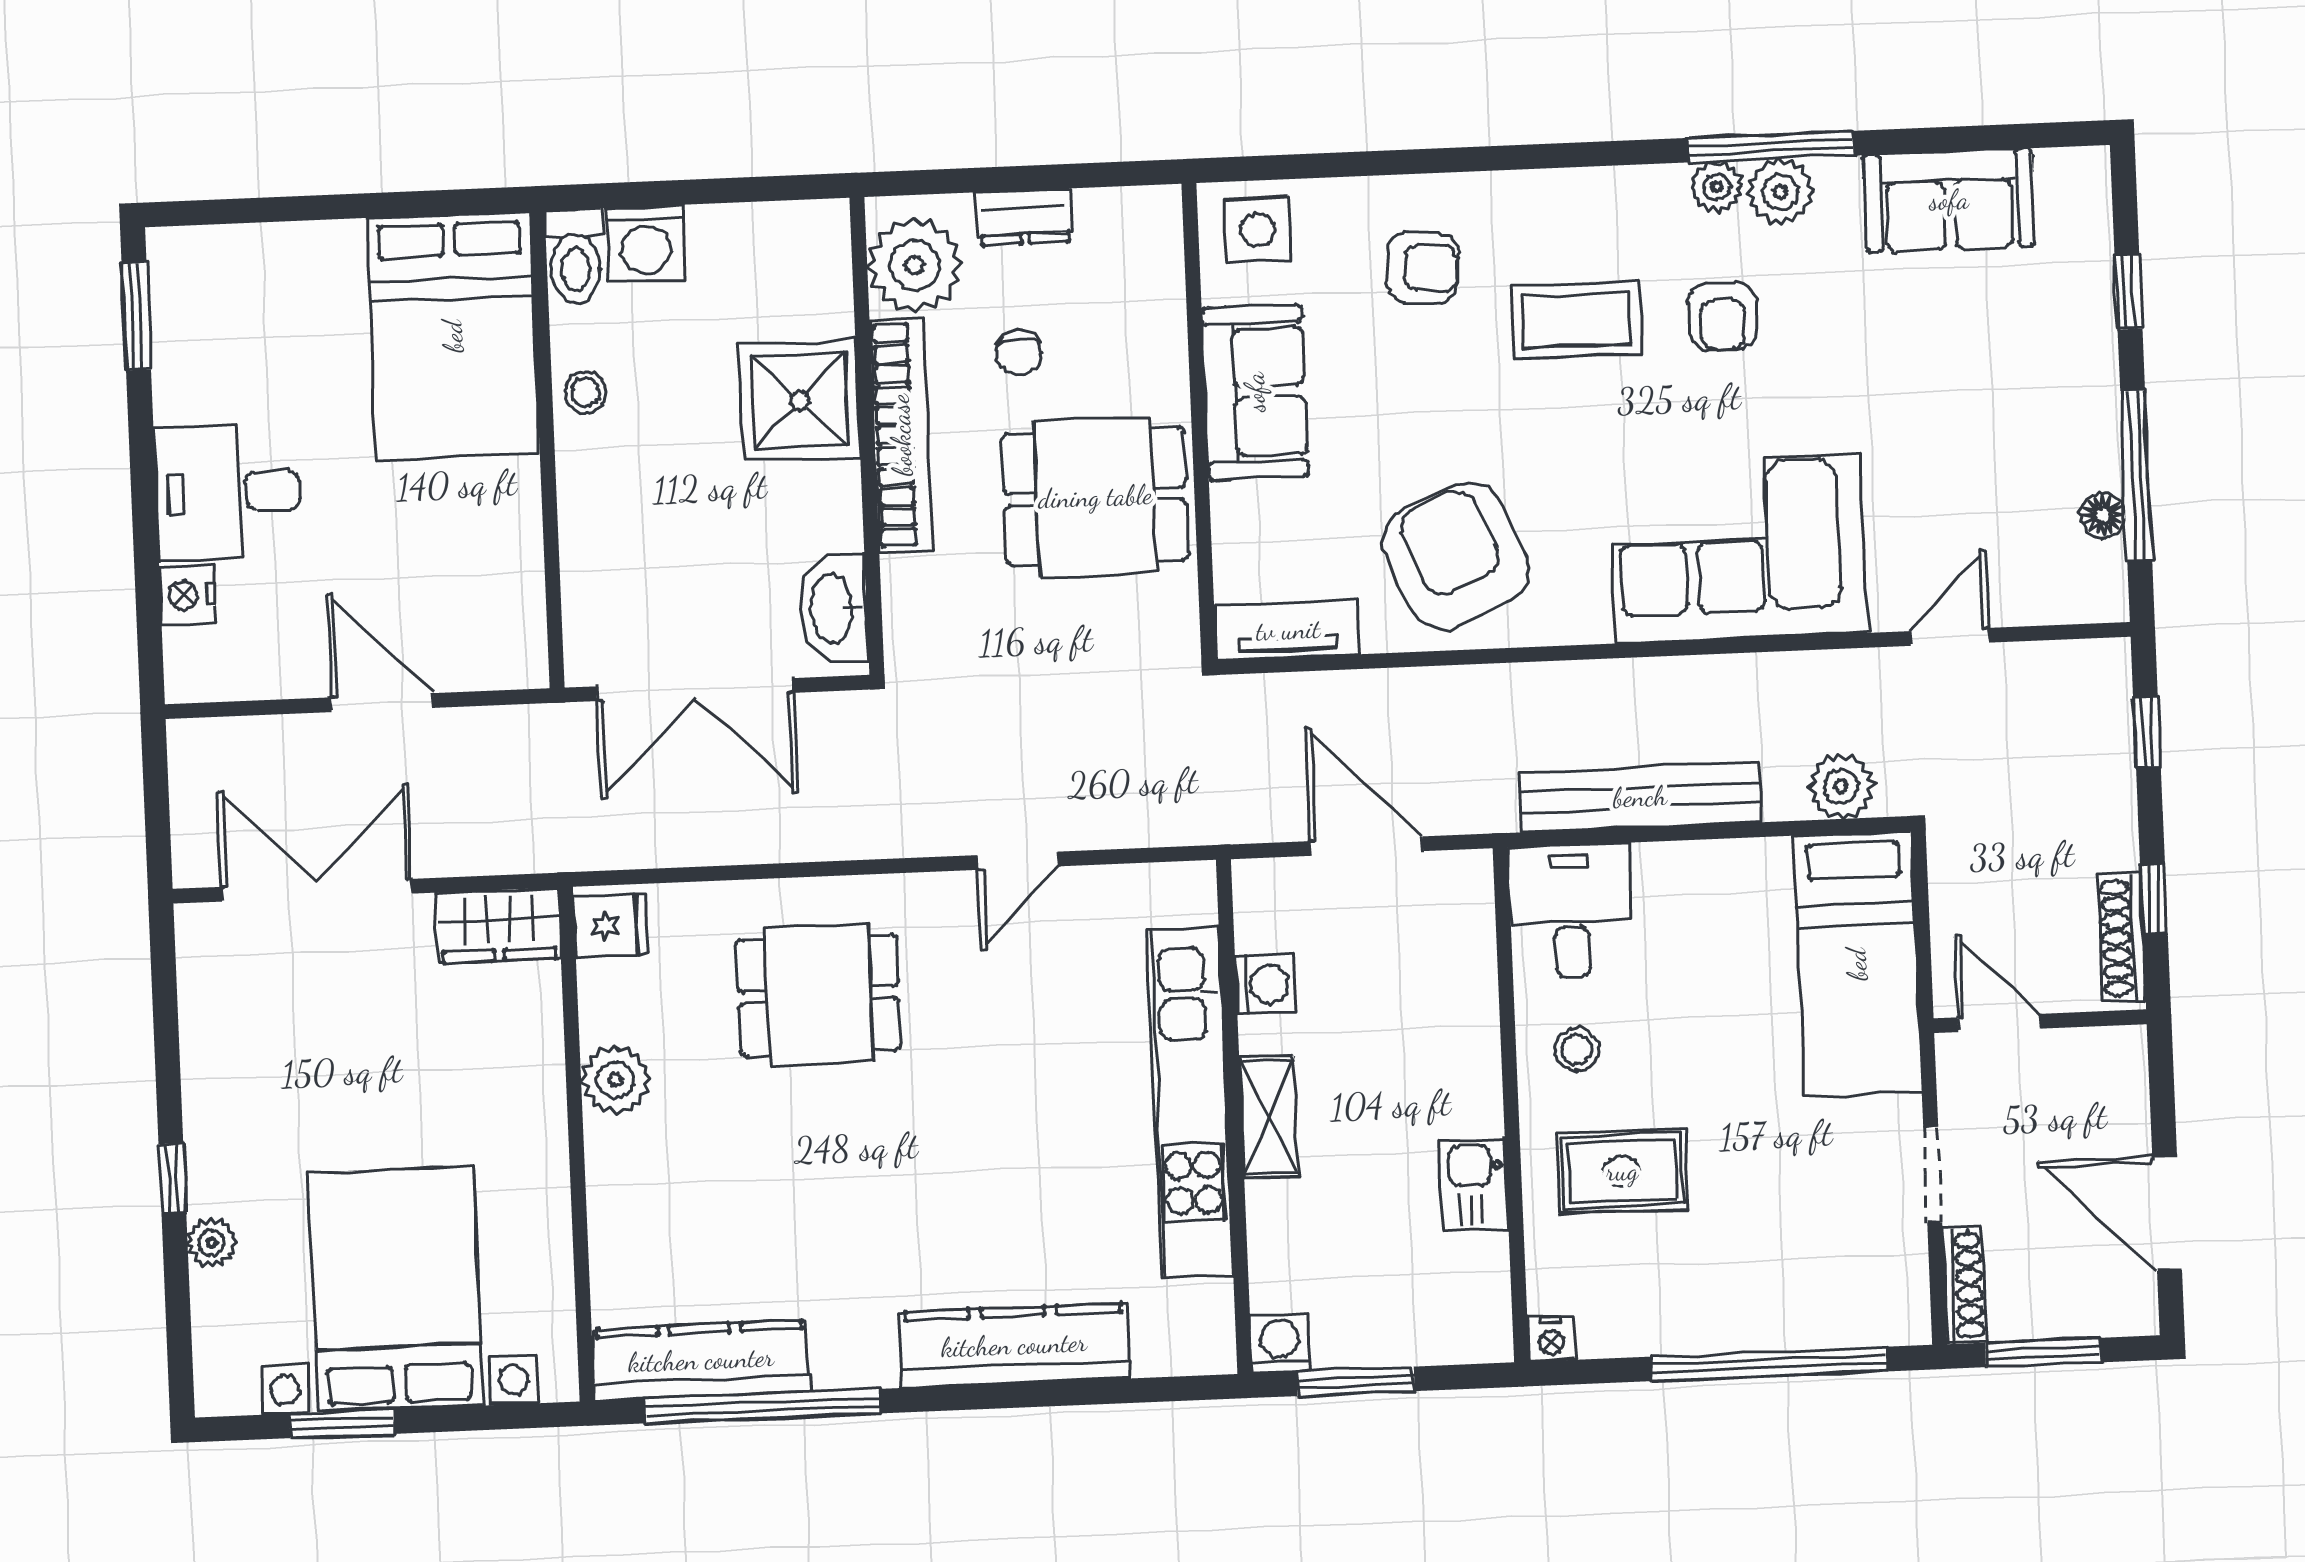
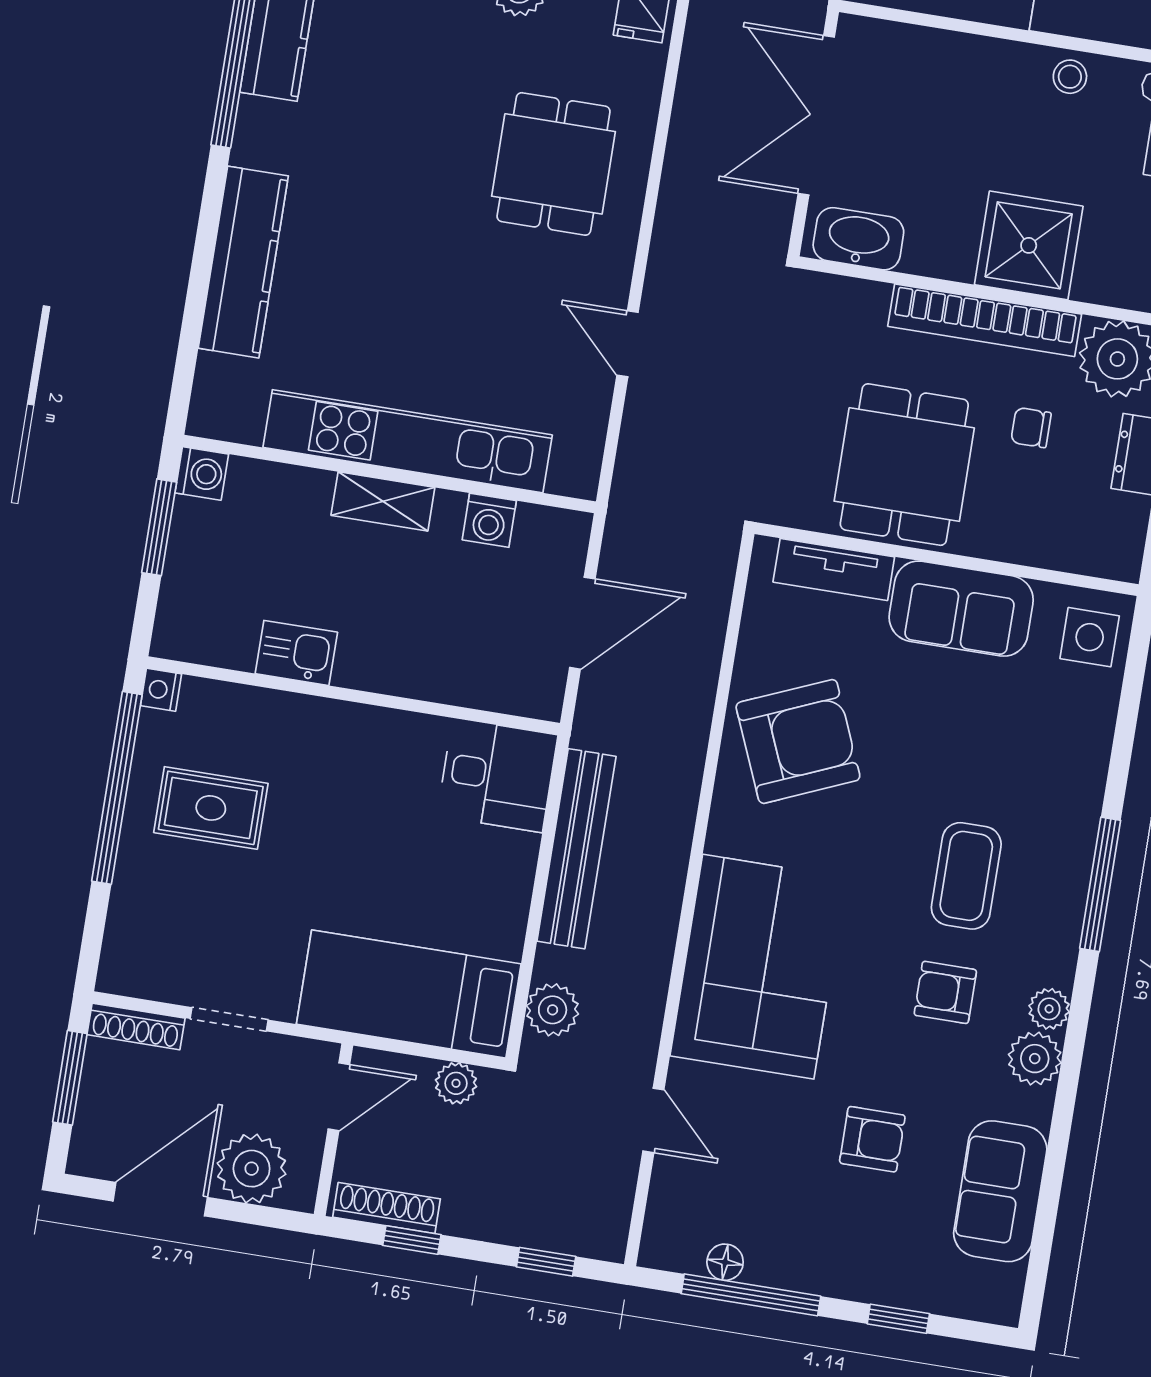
window: (1771, 147) -> (1100, 884), moved
armchair: (1423, 268) -> (872, 1139), moved, turned -95
tv unit: (1288, 630) -> (834, 569), moved, turned 90
plant: (1954, 885) -> (456, 1083), added
stool: (1577, 1049) -> (387, 757), removed
plant: (2107, 1110) -> (252, 1169), added
rug: (1622, 1171) -> (211, 808), moved, turned 90
window: (1770, 1364) -> (117, 788), moved

